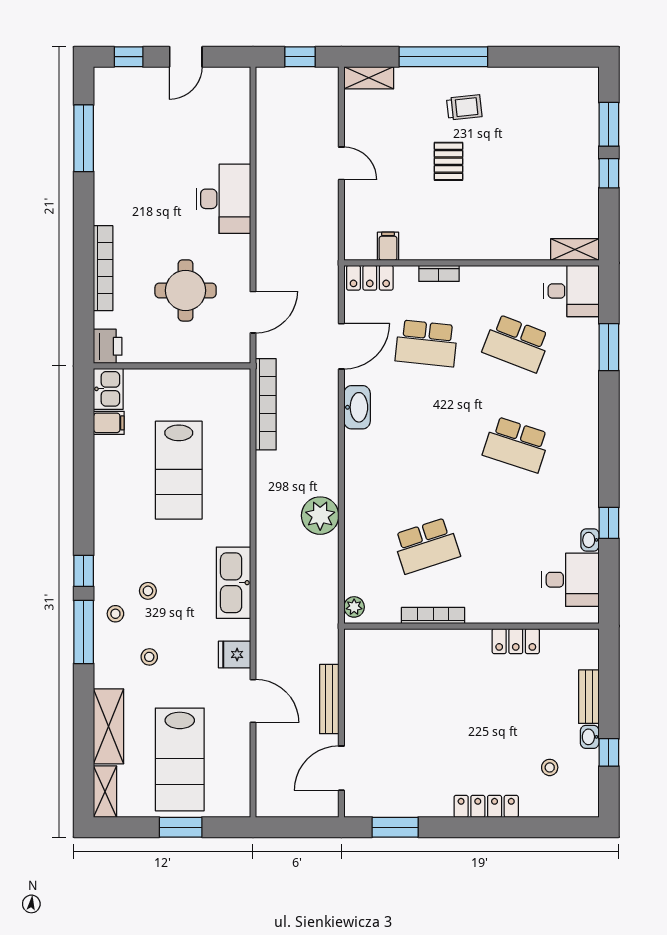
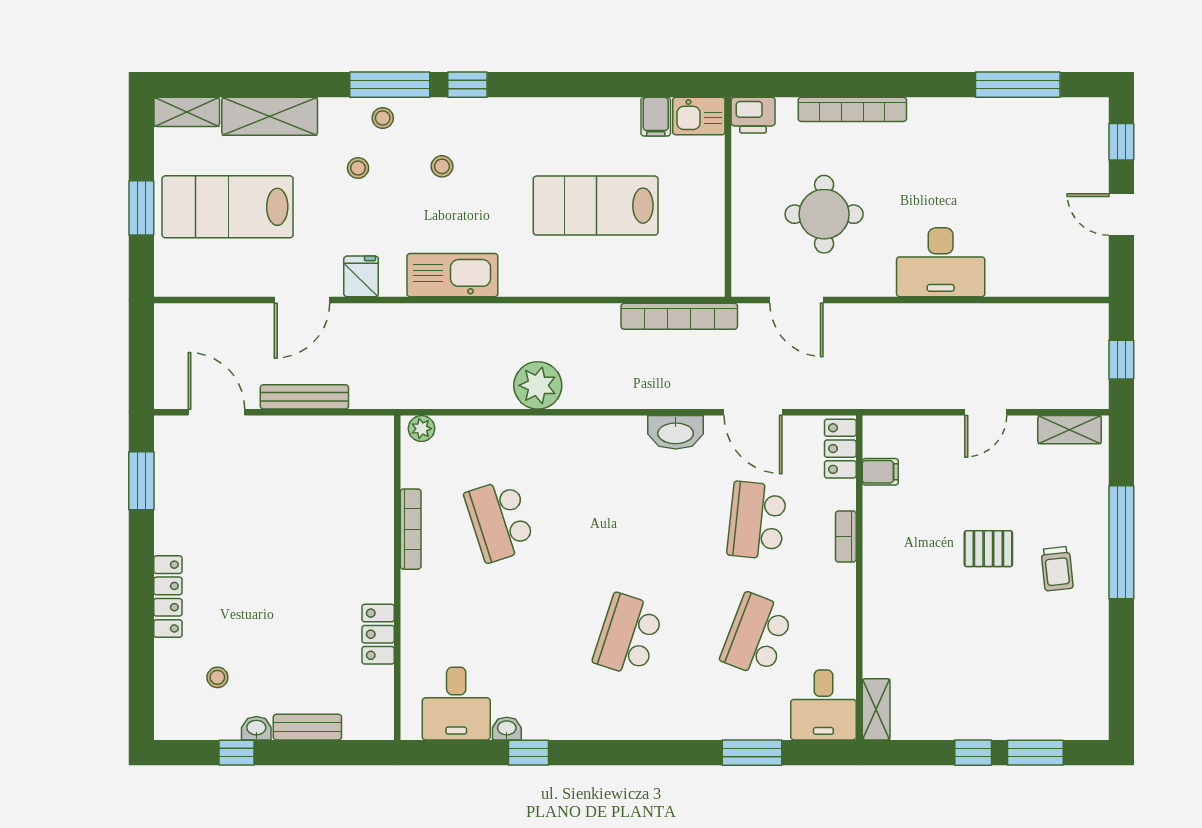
shelving: (369, 78) -> (1070, 430), moved, turned 90
stool: (115, 614) -> (383, 118), moved

